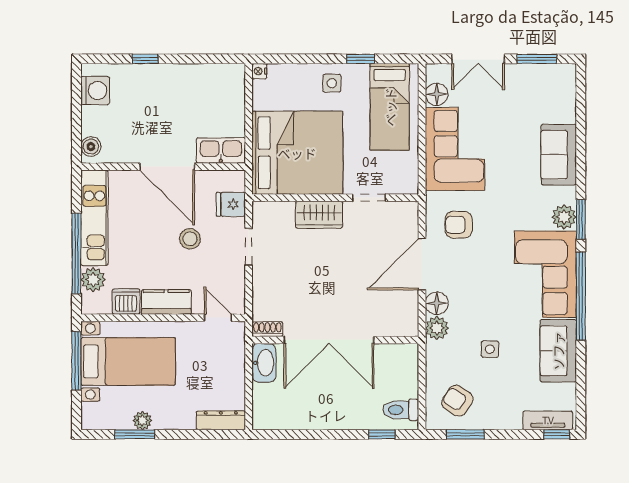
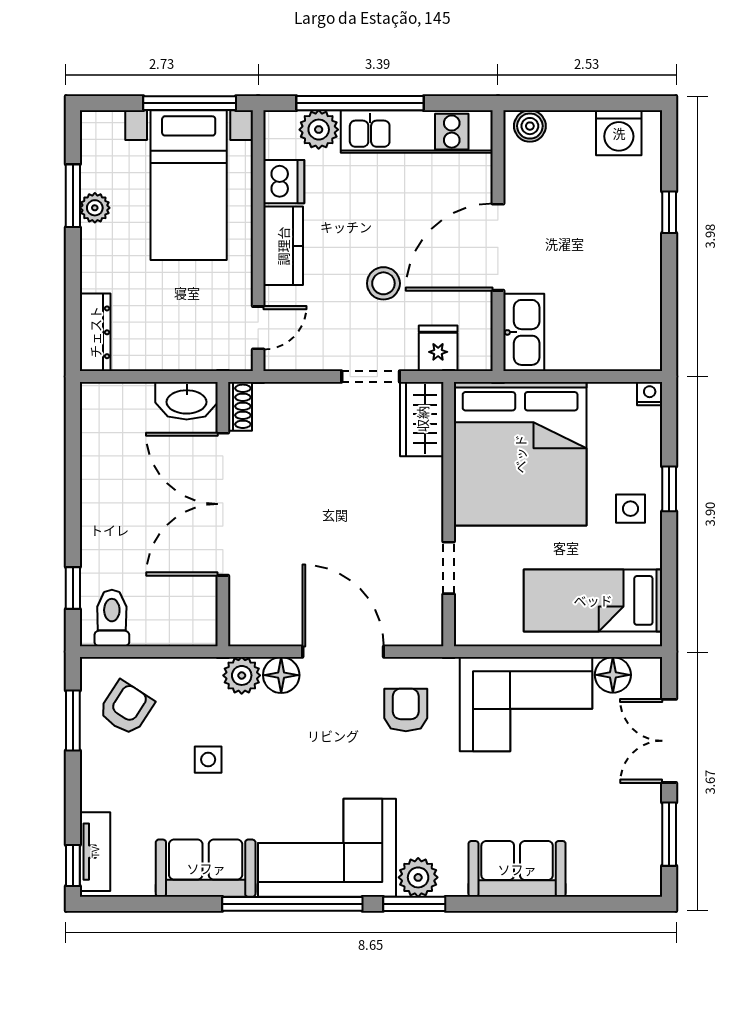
window: (361, 59) -> (669, 489), moved
wardrobe: (319, 215) -> (422, 419), moved

